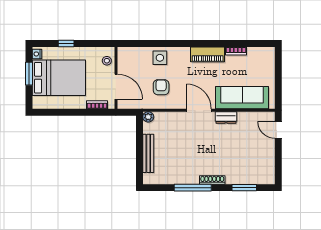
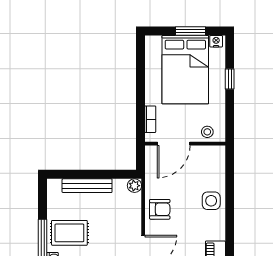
armchair: (161, 87) -> (160, 209), moved
rug: (185, 167) -> (69, 233), added

